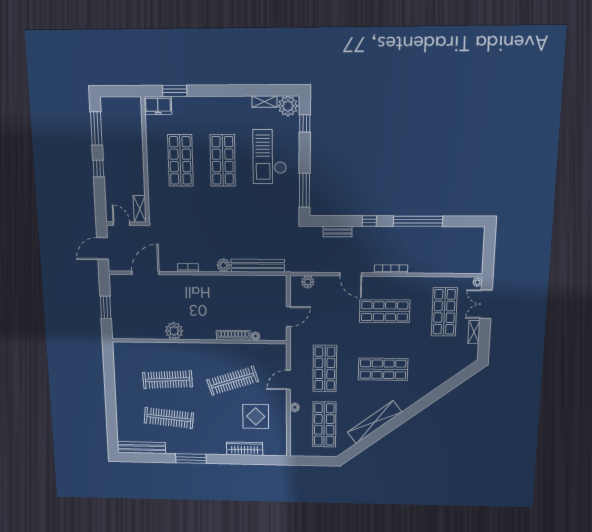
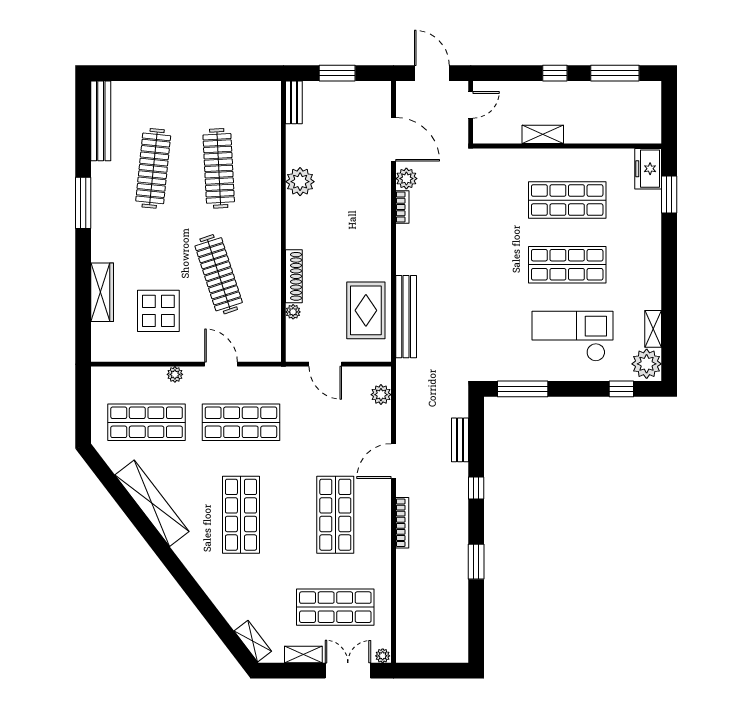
shelving: (140, 209) -> (543, 134), moved
window: (418, 221) -> (476, 562), width x0.47
plant: (224, 265) -> (406, 179), moved
rug: (254, 291) -> (366, 310), added
bench: (125, 334) -> (294, 102), added
shelving: (464, 363) -> (253, 641), added

